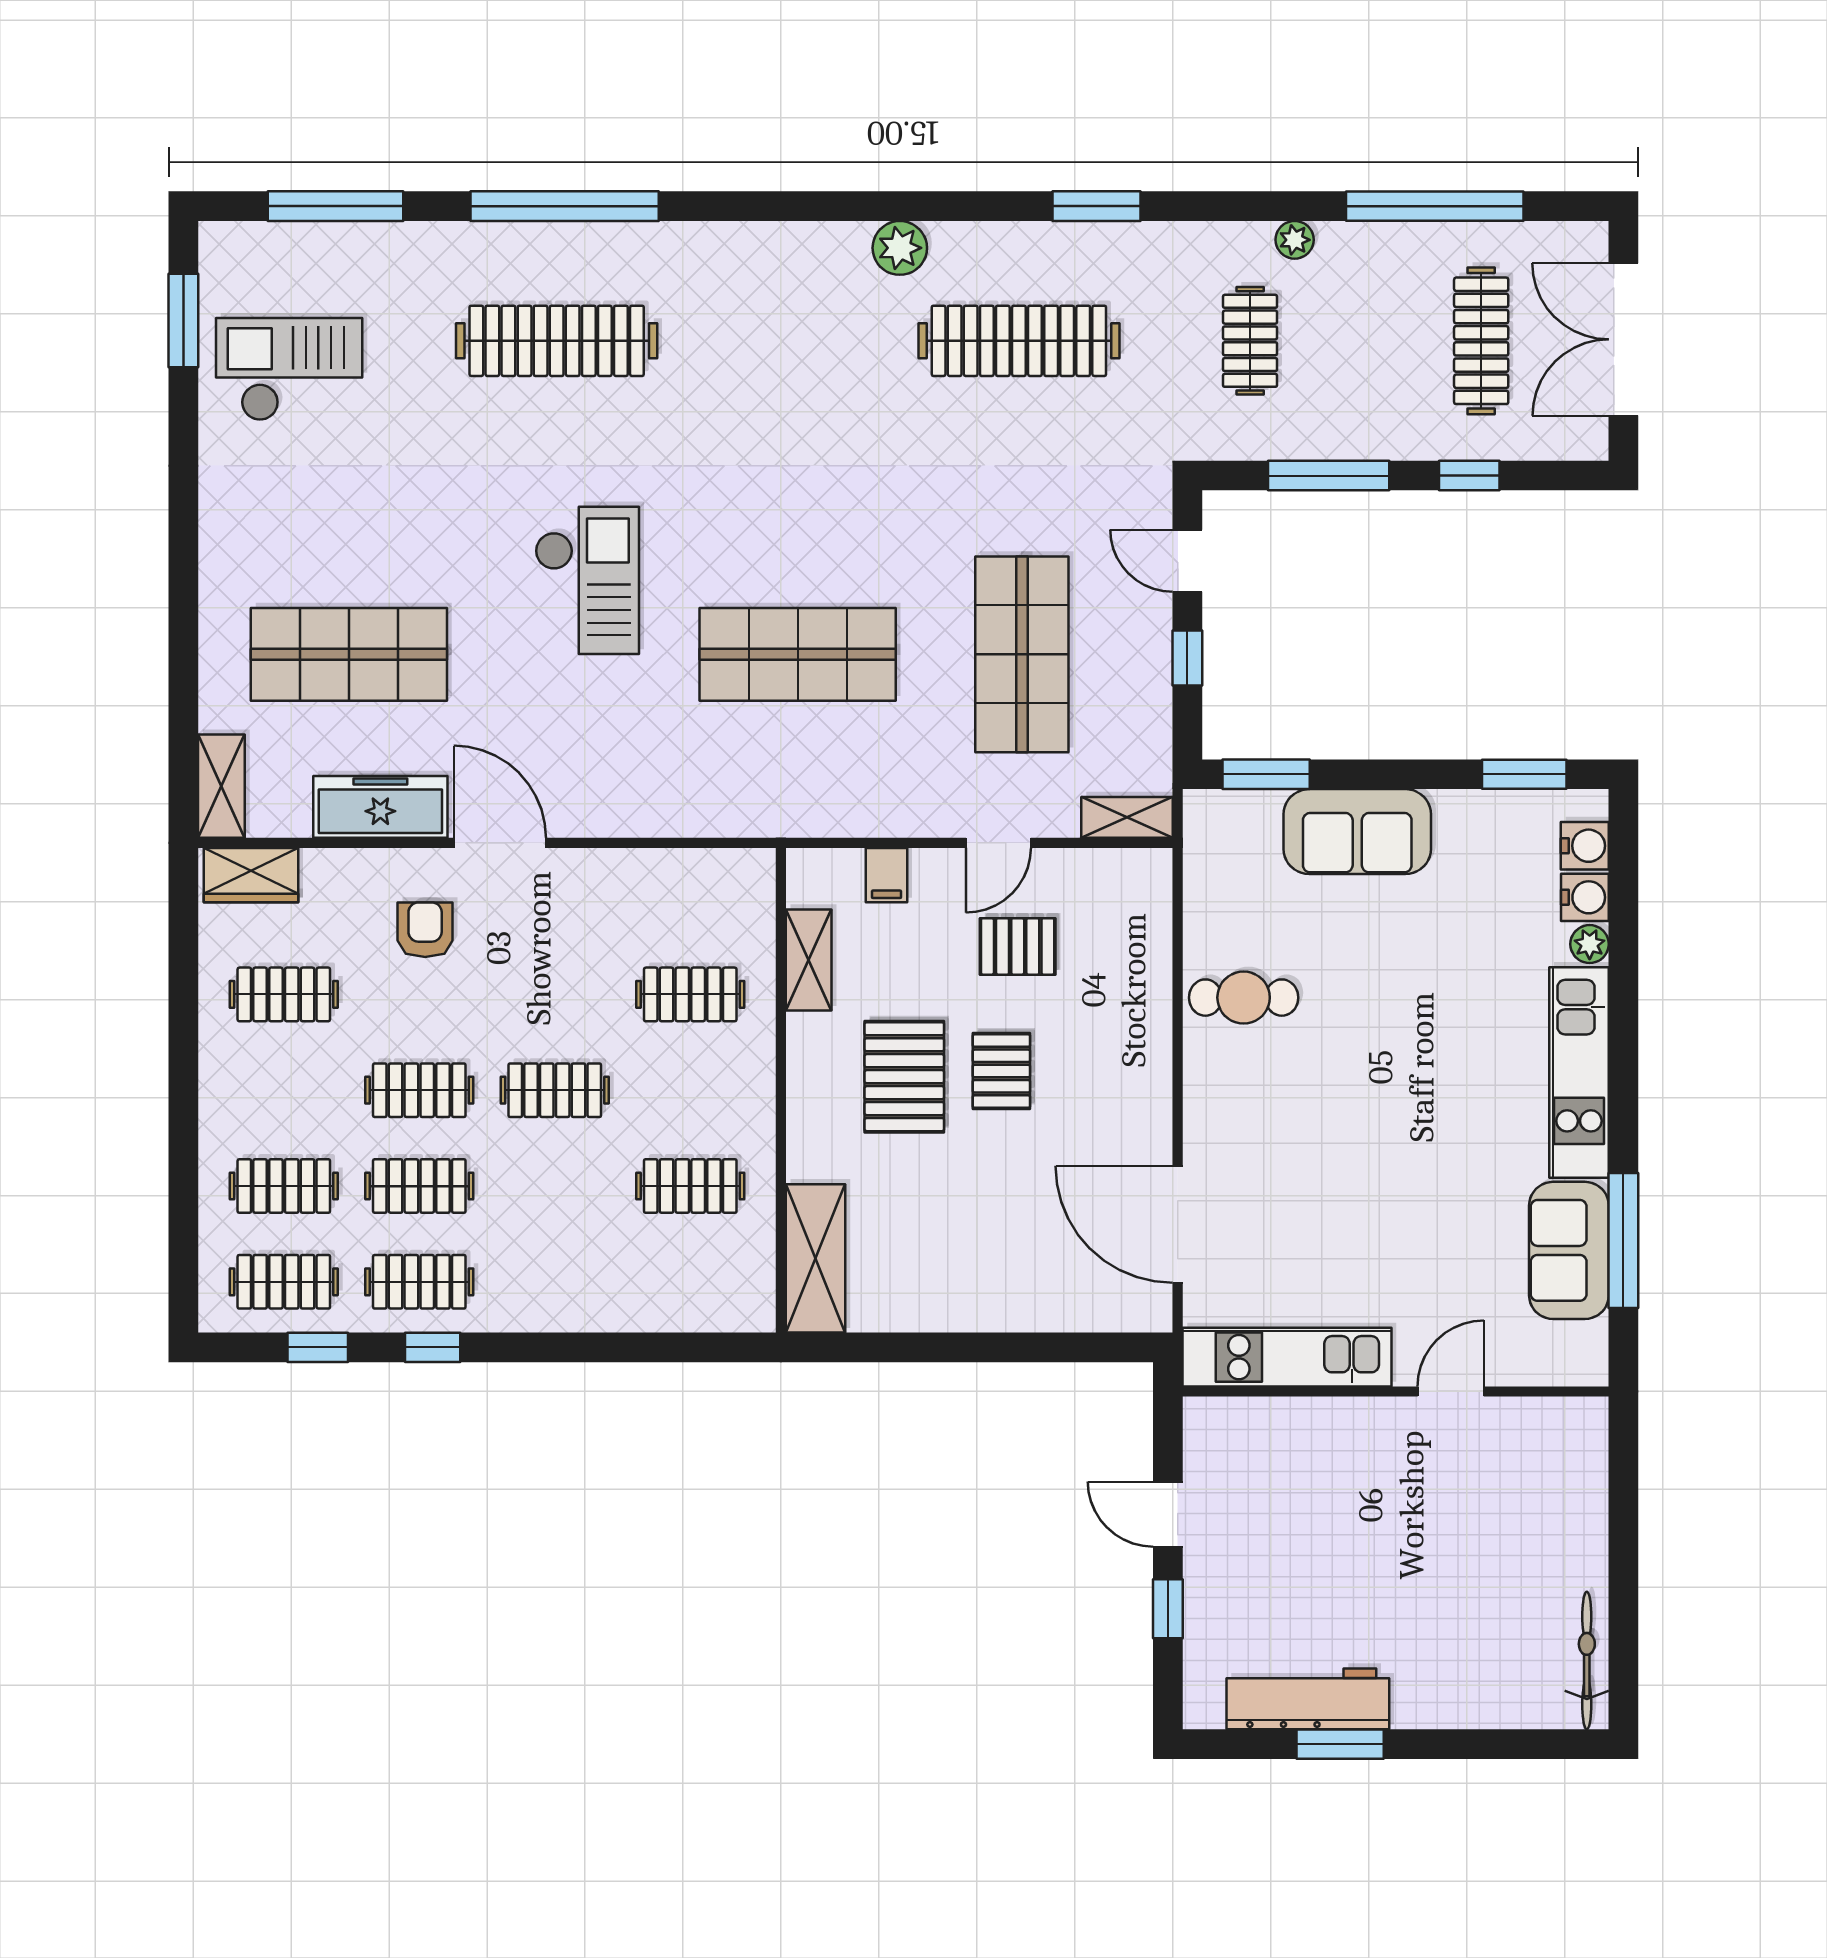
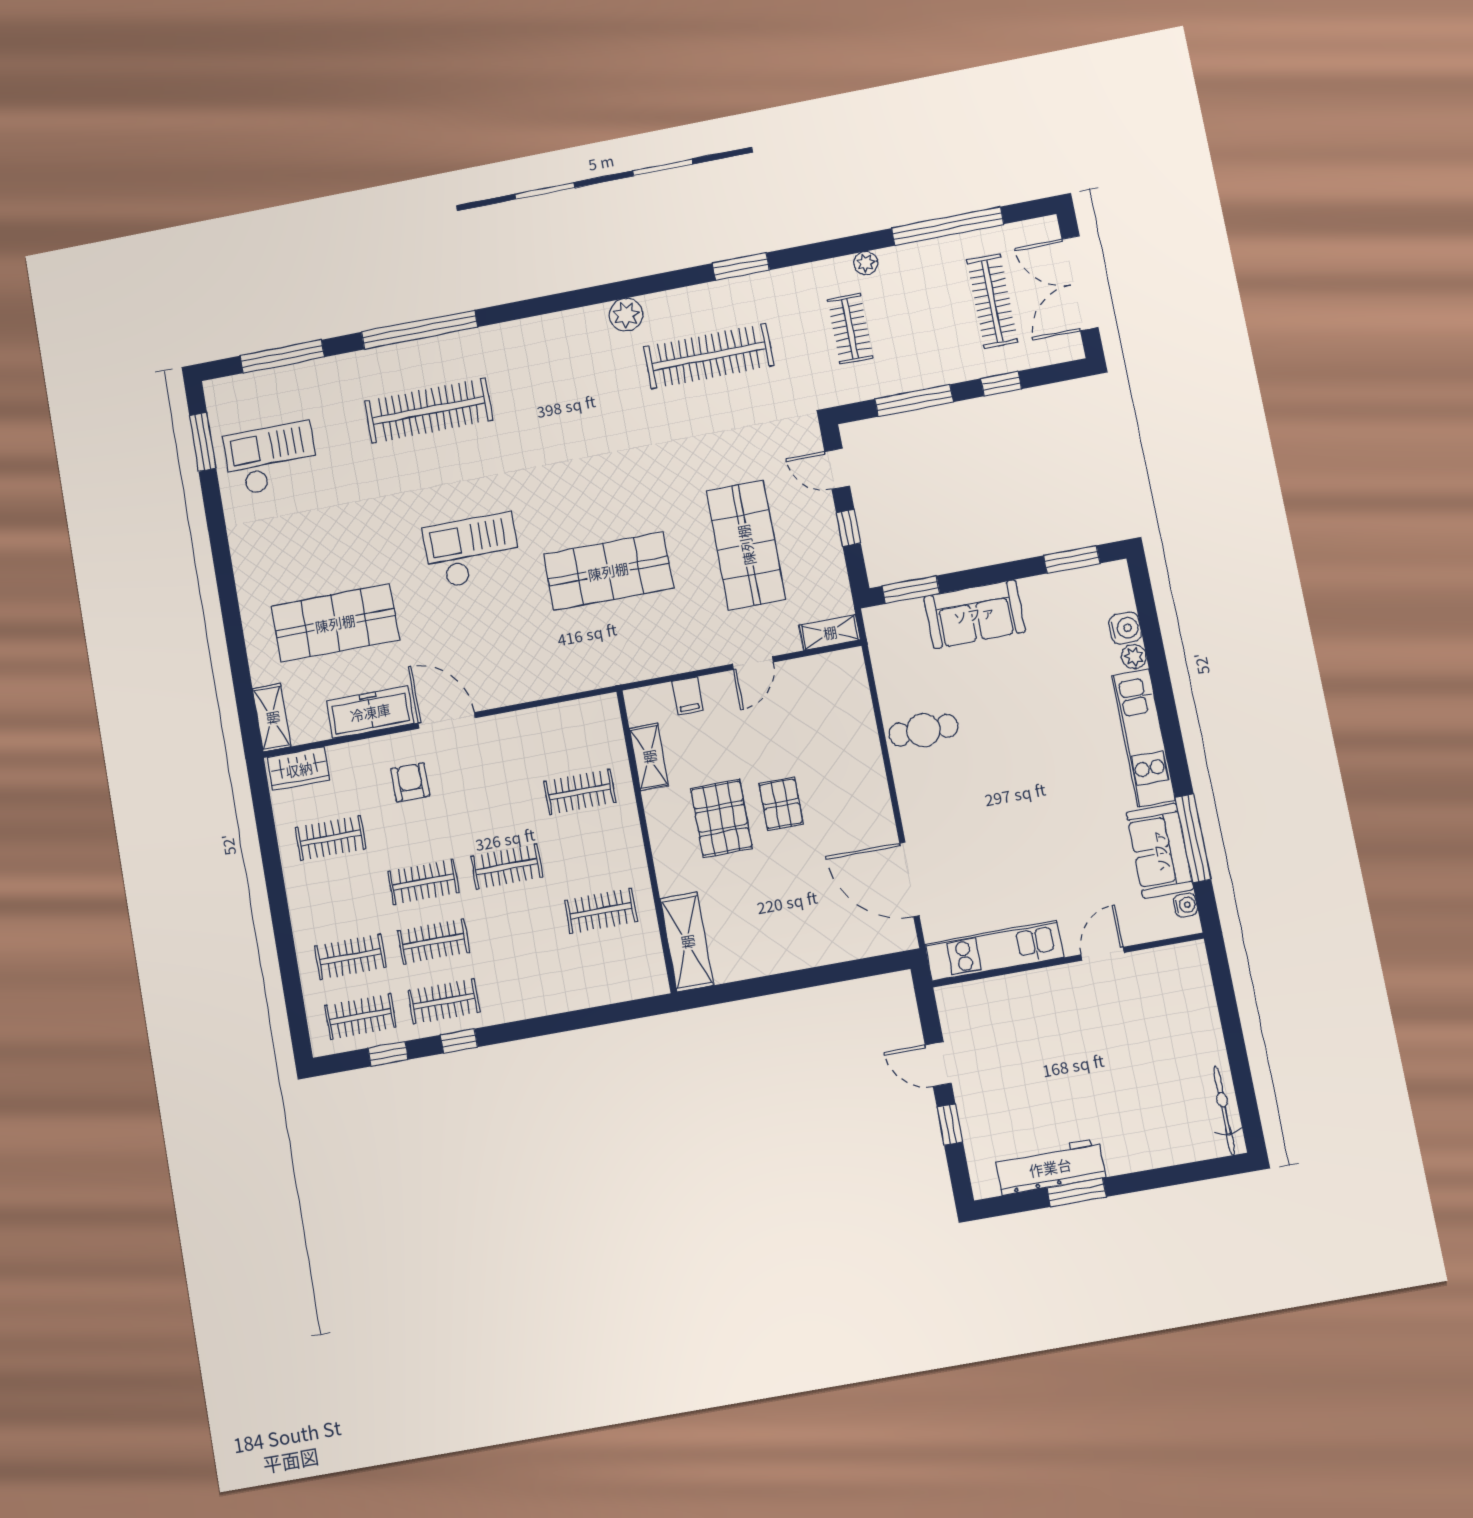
checkout: (587, 580) -> (472, 551), turned -90
water cooler: (1585, 846) -> (1186, 905), moved, width x0.72, depth x0.72
pallet: (1018, 946) -> (777, 725), removed

